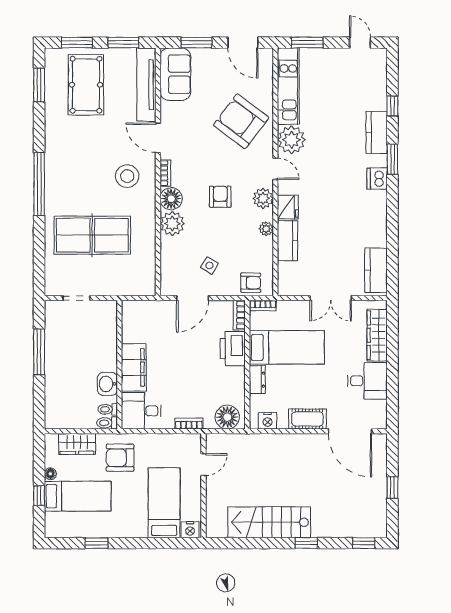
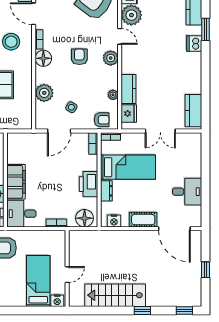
fridge: (288, 207) -> (129, 114), moved
plant: (172, 224) -> (44, 93), moved
plant: (266, 229) -> (113, 95), moved
wardrobe: (377, 335) -> (194, 158), removed
printer: (233, 349) -> (88, 184), moved
door: (203, 465) -> (67, 275), moved

